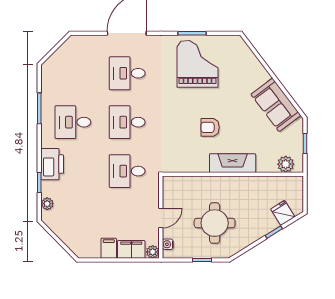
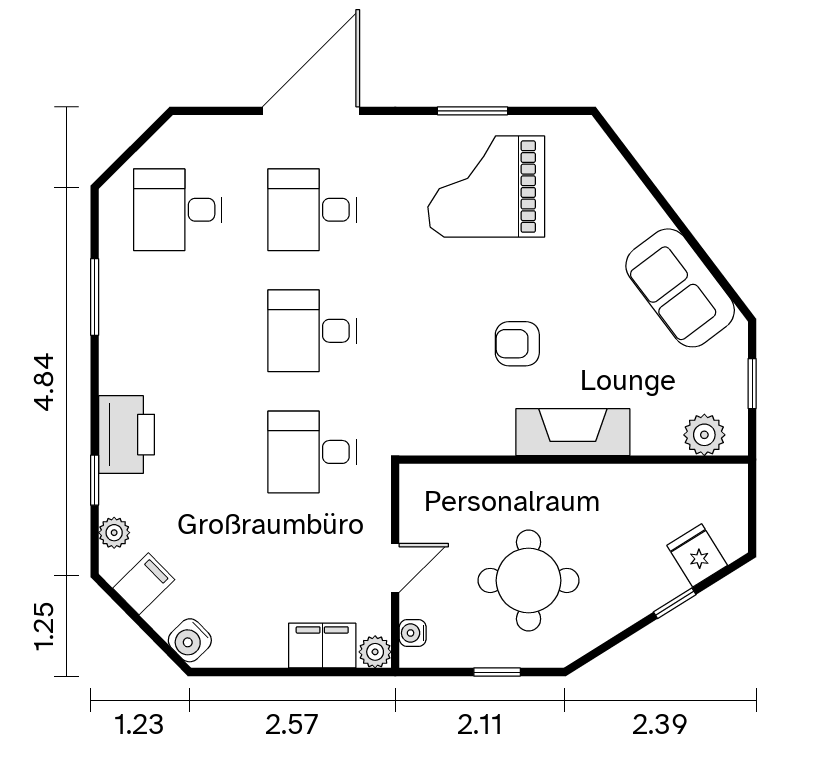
grand piano: (198, 64) -> (486, 187), turned -90
desk: (73, 122) -> (178, 210), moved
water cooler: (78, 247) -> (190, 640), added
filing cabinet: (109, 248) -> (144, 584), moved, turned 45

